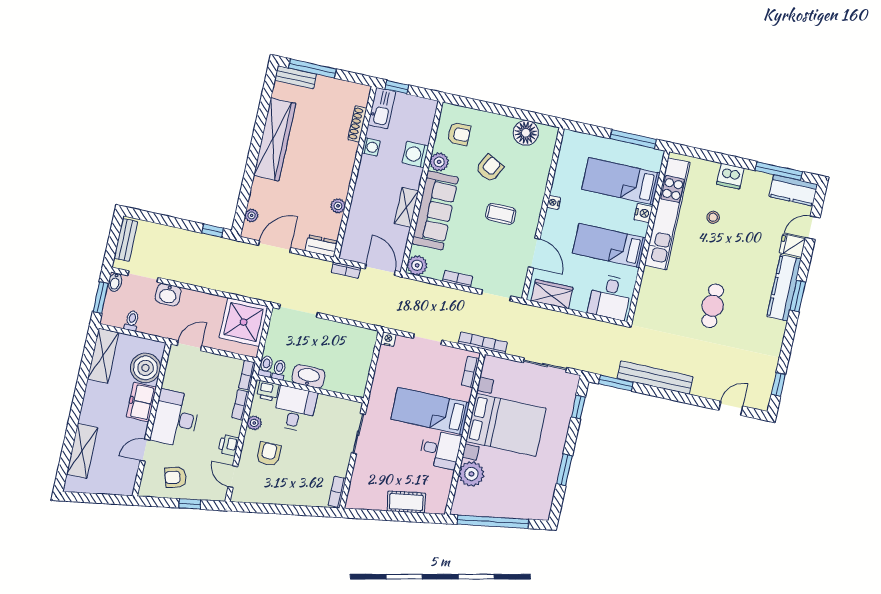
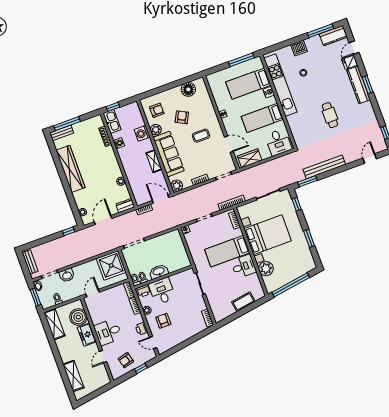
desk: (175, 418) -> (108, 332), width x0.73

